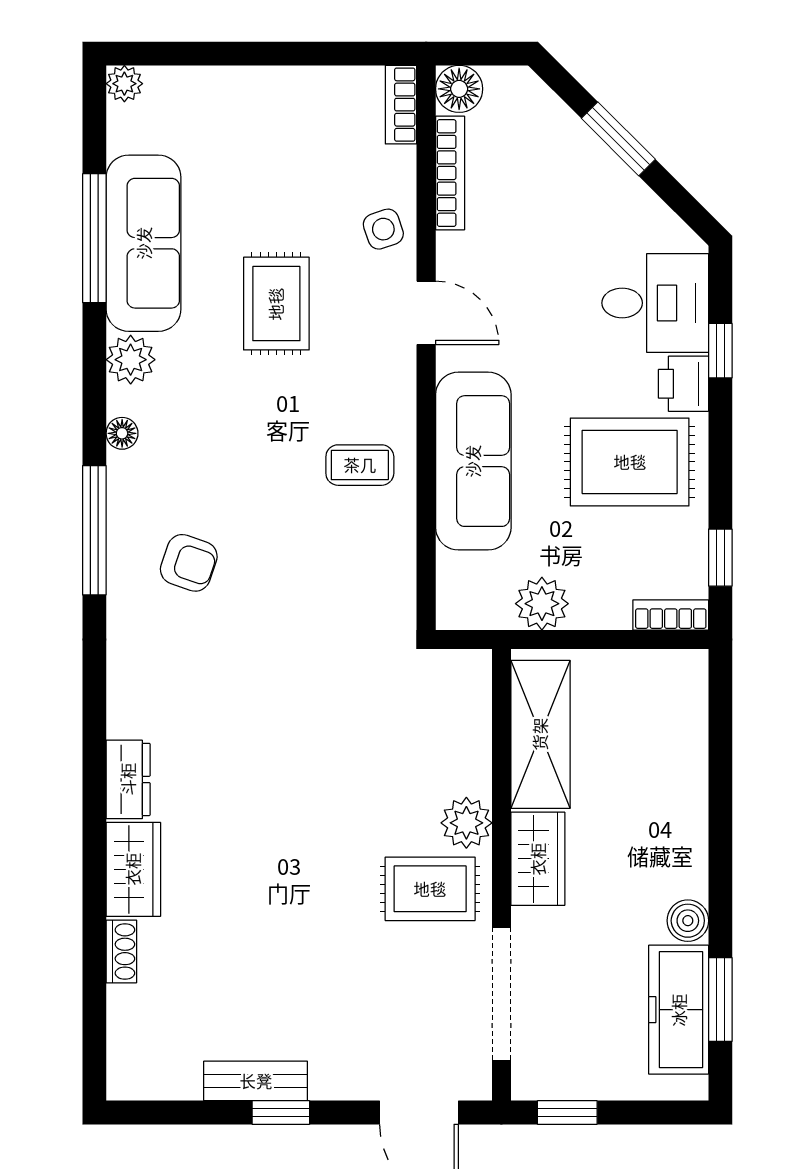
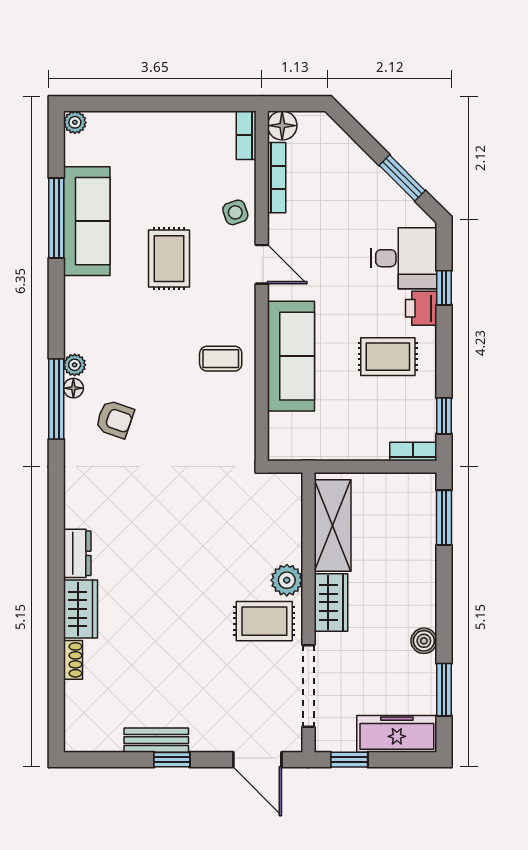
window: (618, 139) -> (402, 178), moved
plant: (131, 360) -> (75, 365), moved, width x0.73, depth x0.73
floor lamp: (122, 433) -> (73, 388), moved
rug: (630, 462) -> (388, 357), width x0.73, depth x0.70
plant: (542, 604) -> (334, 444), removed
window: (720, 722) -> (444, 518), added
freezer: (679, 1010) -> (397, 734), moved, turned 90

